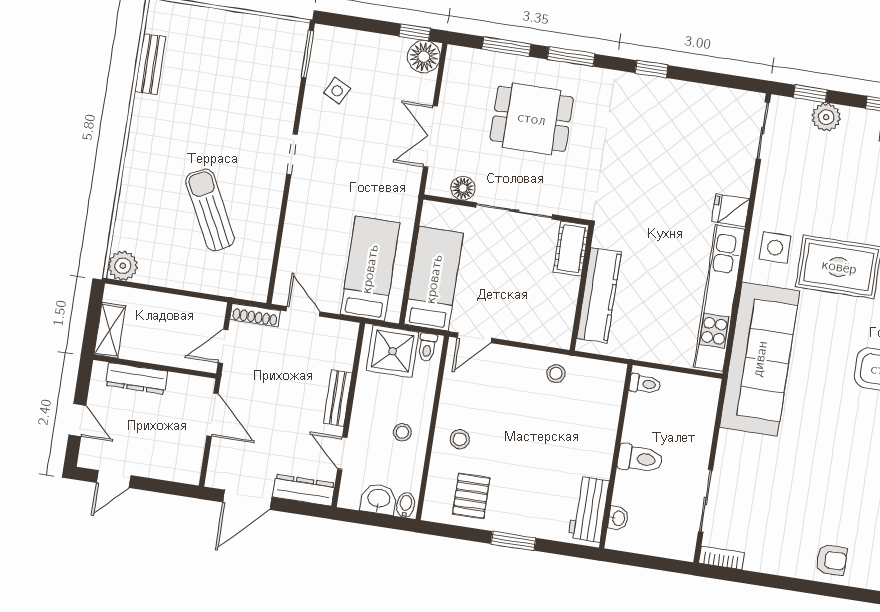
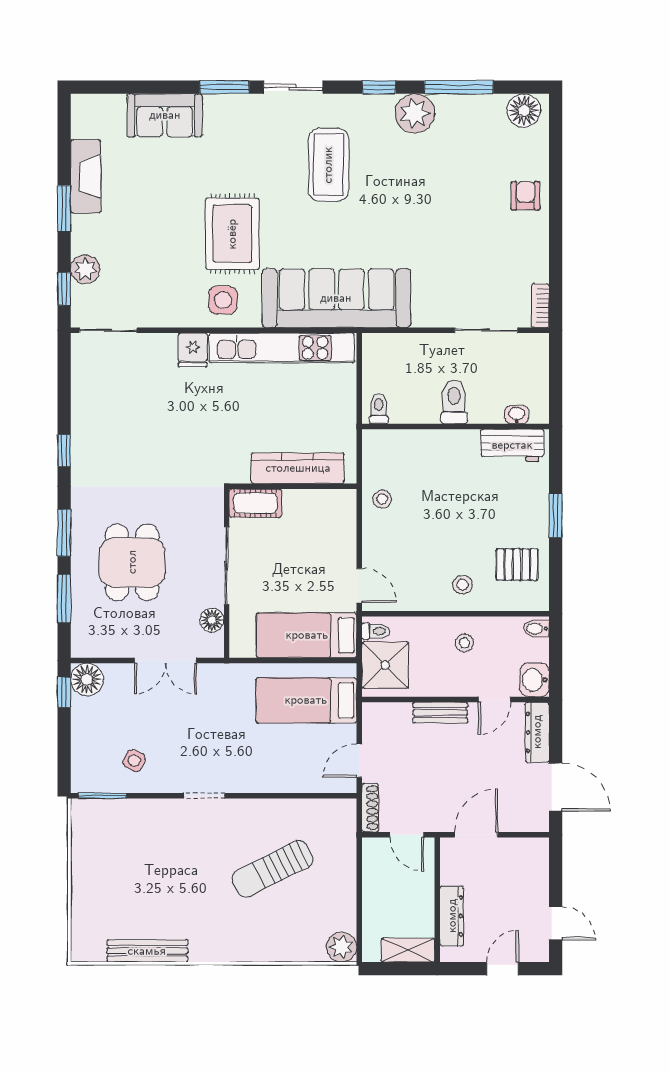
bench: (150, 64) -> (147, 951), width x1.36
washbasin: (379, 499) -> (535, 680), moved

